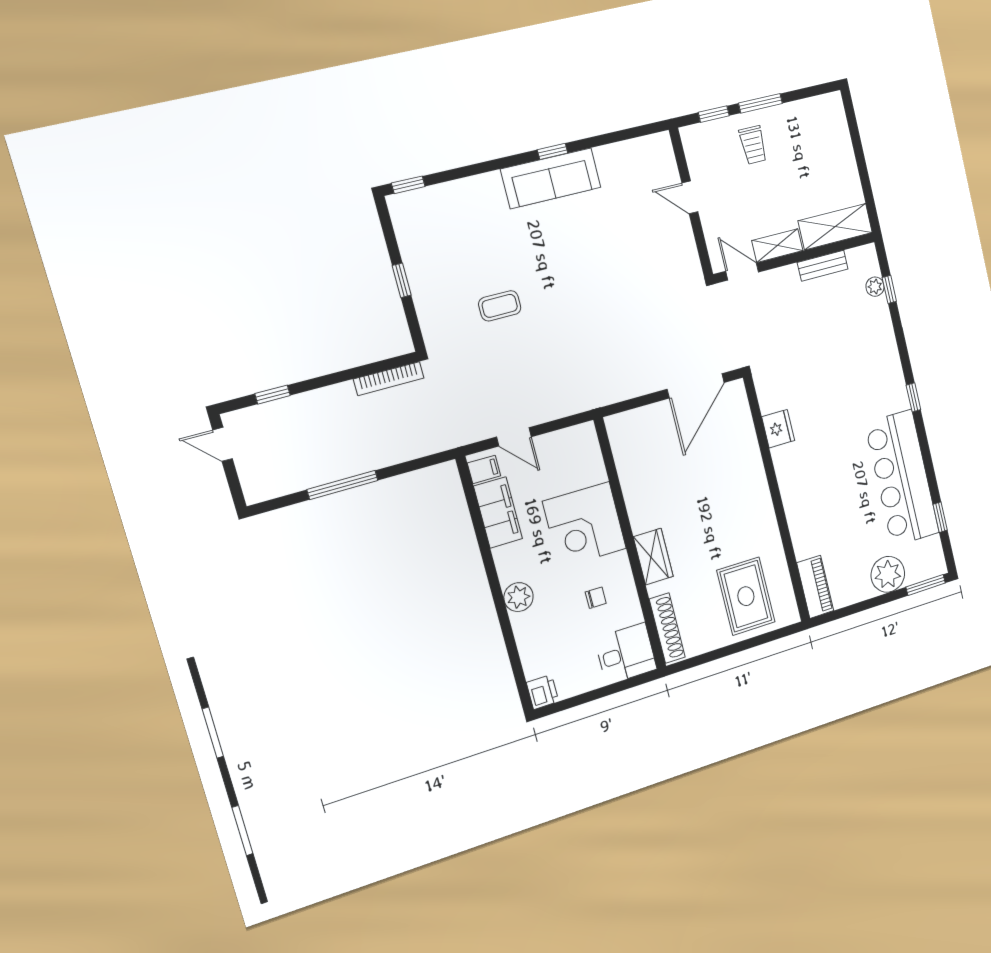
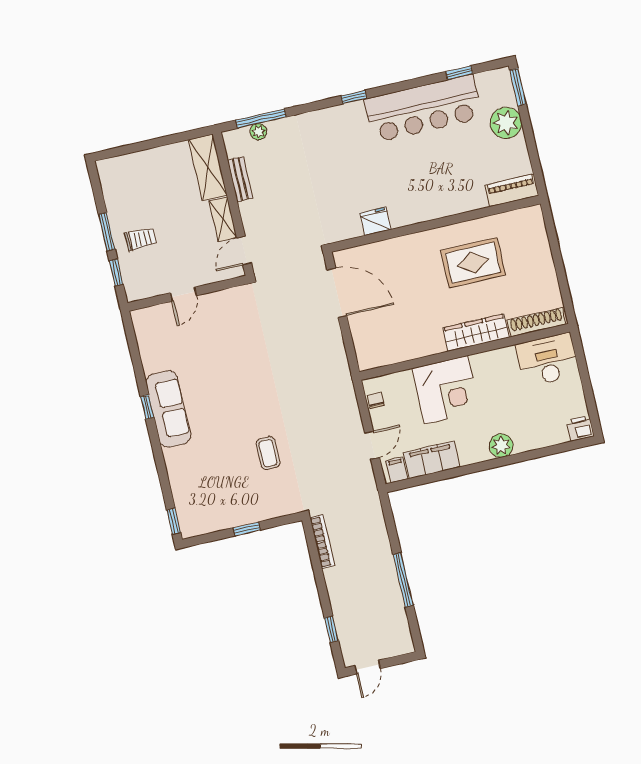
window: (889, 289) -> (261, 119), width x2.17
wardrobe: (653, 557) -> (476, 333), width x1.50
rug: (746, 596) -> (473, 263), moved
chair: (596, 598) -> (376, 400), moved
desk: (626, 654) -> (547, 360), width x1.37

